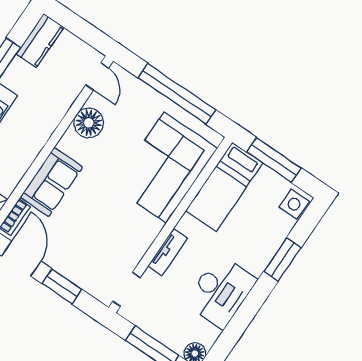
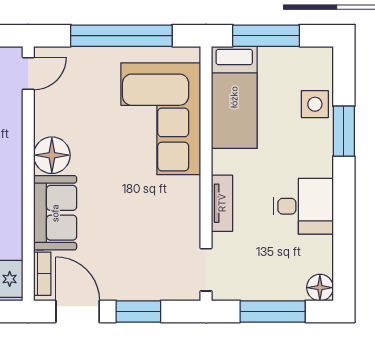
door: (97, 76) -> (28, 73), hinge flipped
floor lamp: (89, 123) -> (52, 155), moved
side table: (294, 204) -> (315, 104), moved
desk: (221, 291) -> (303, 206), width x0.73

